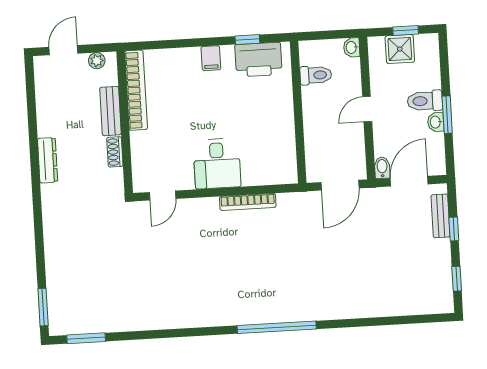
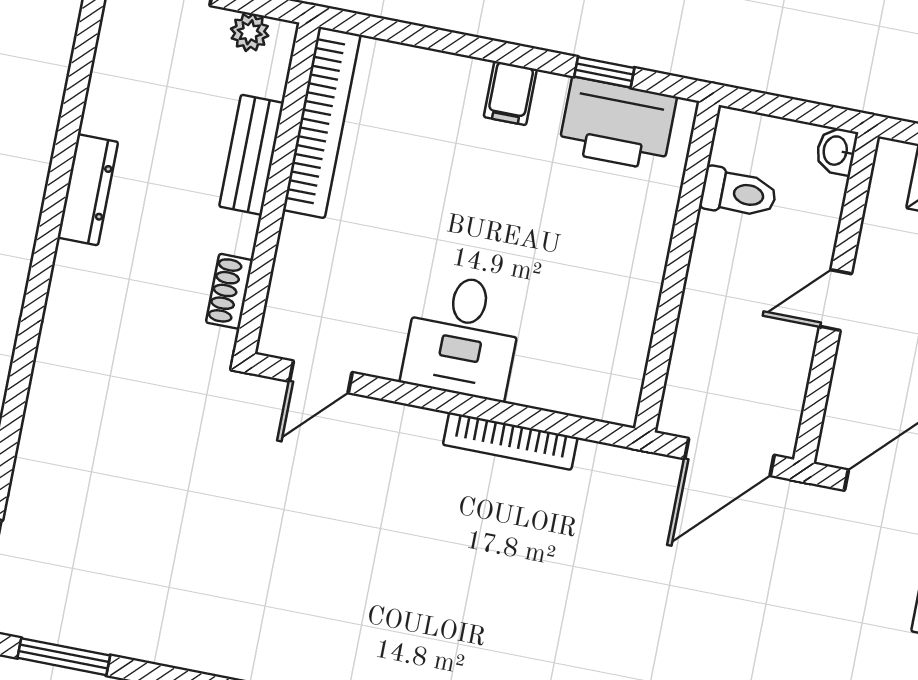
shoe rack: (115, 152) -> (229, 291), moved
dresser: (48, 160) -> (88, 190), moved
bidet: (382, 168) -> (835, 442), removed

